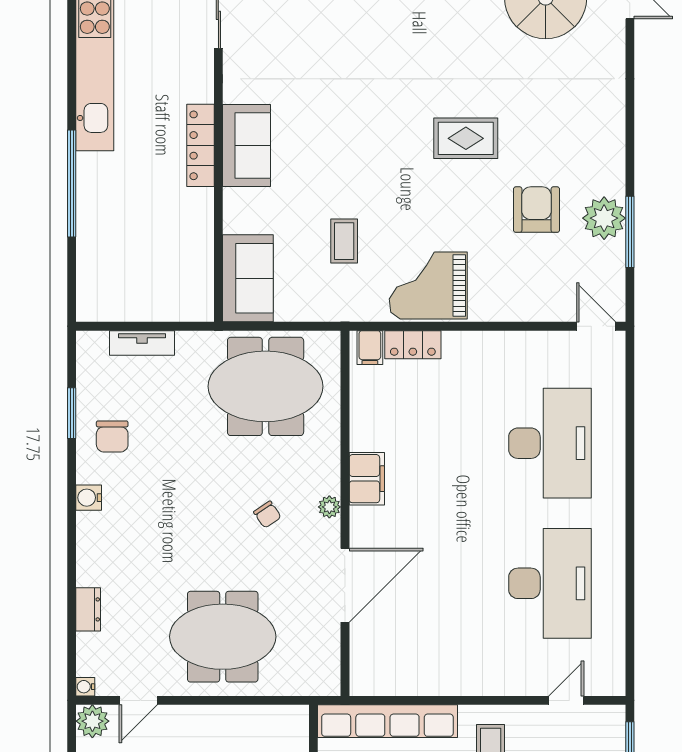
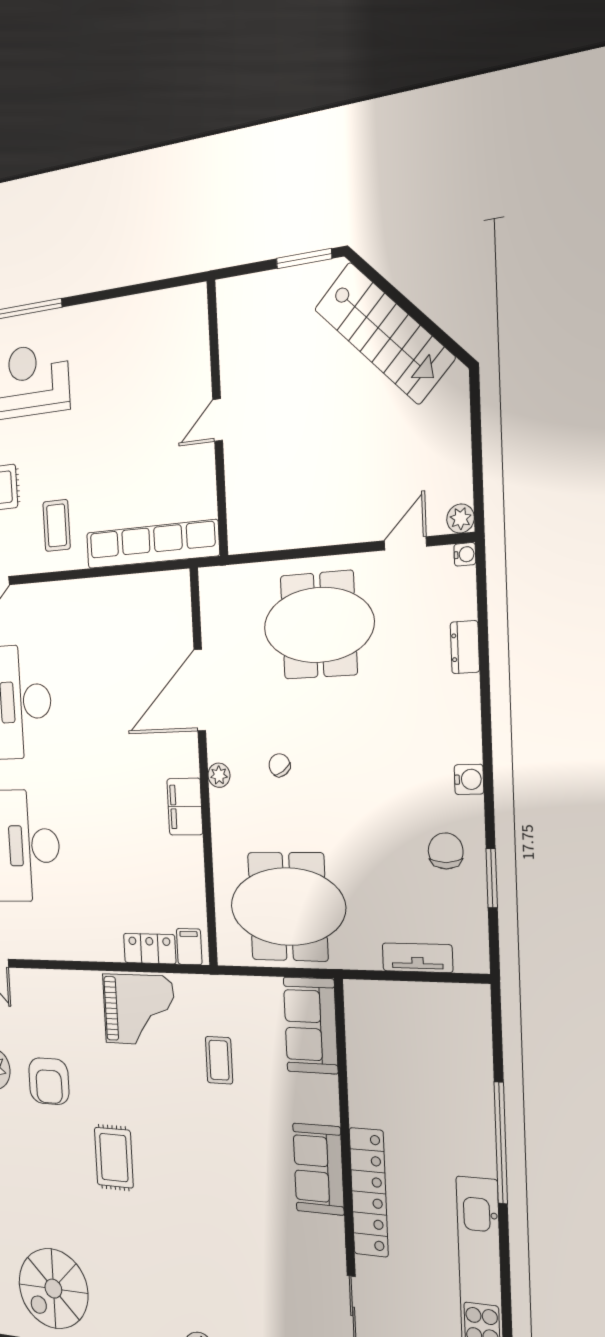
rug: (466, 138) -> (114, 1158), turned 90
locker: (200, 145) -> (369, 1192), width x1.41, depth x1.21
plant: (92, 721) -> (461, 518), width x0.73, depth x0.73

